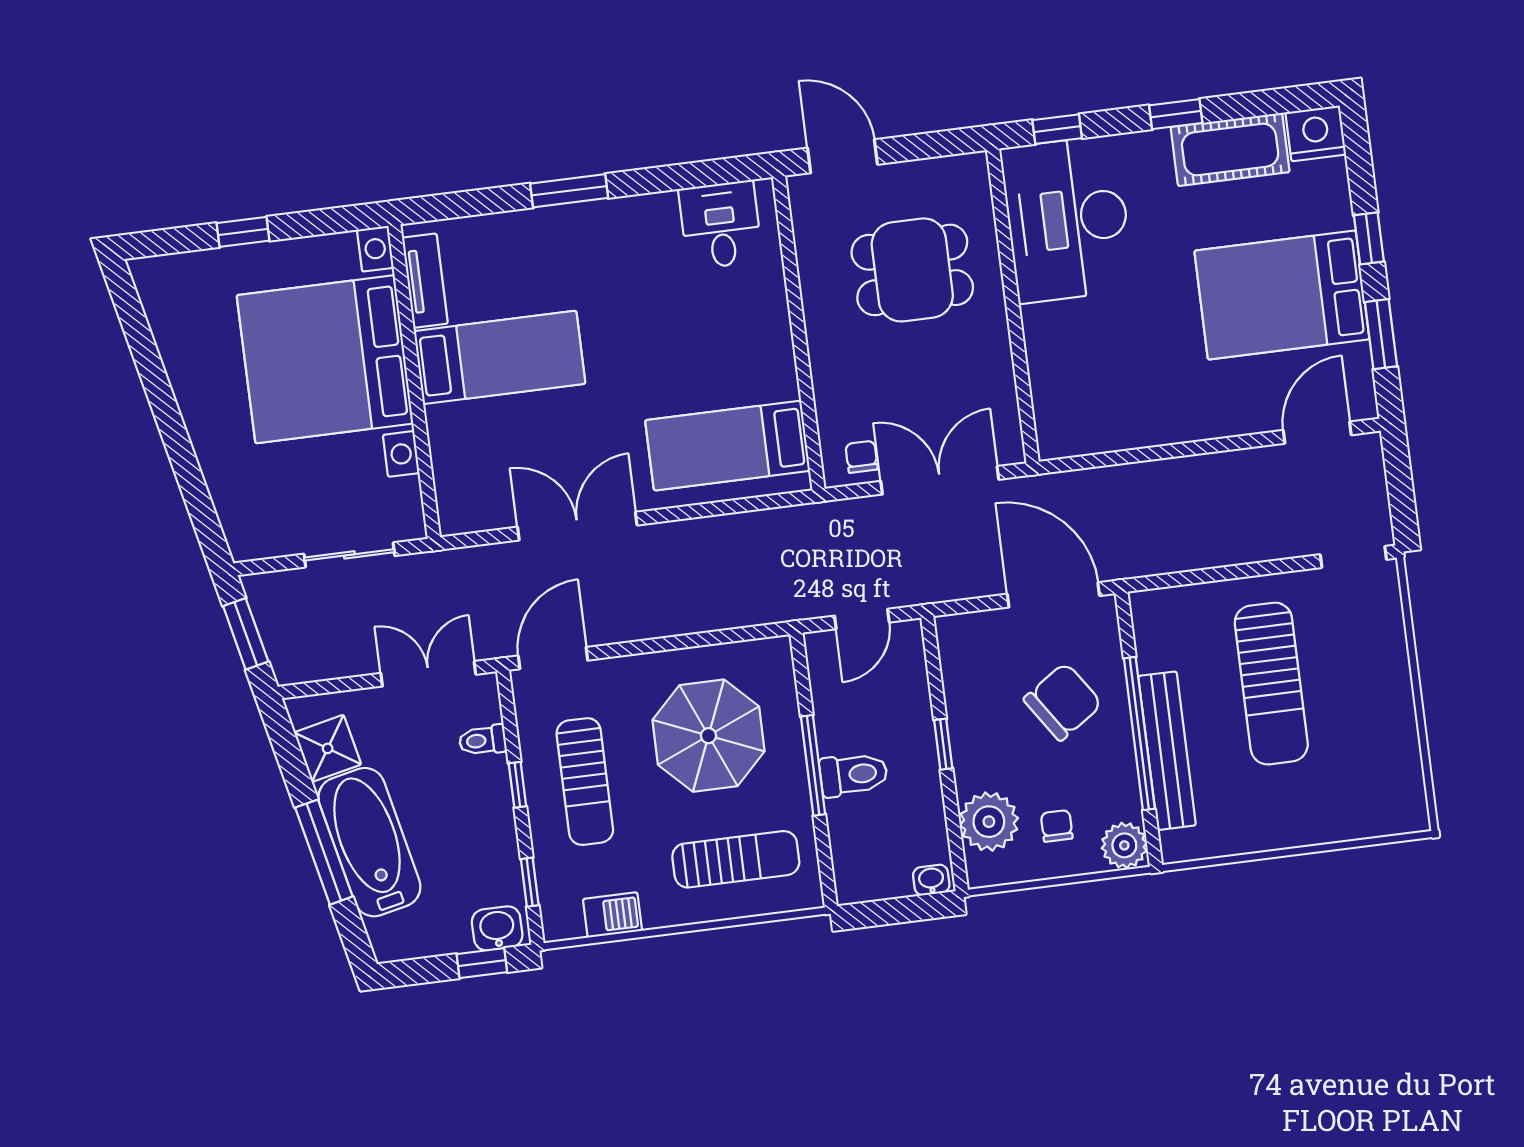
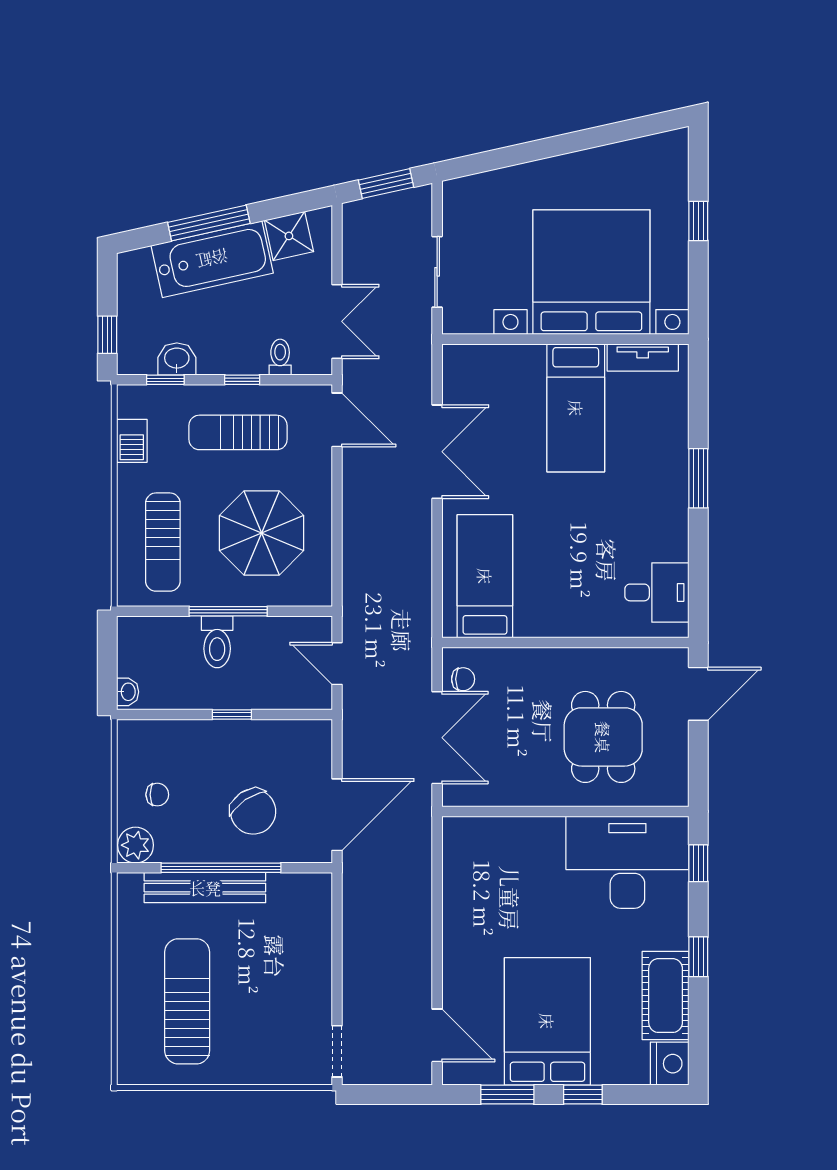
sun lounger: (1271, 684) -> (187, 1001), moved, turned 90
plant: (989, 822) -> (167, 742), removed
washbasin: (497, 928) -> (177, 359), moved, turned -90

